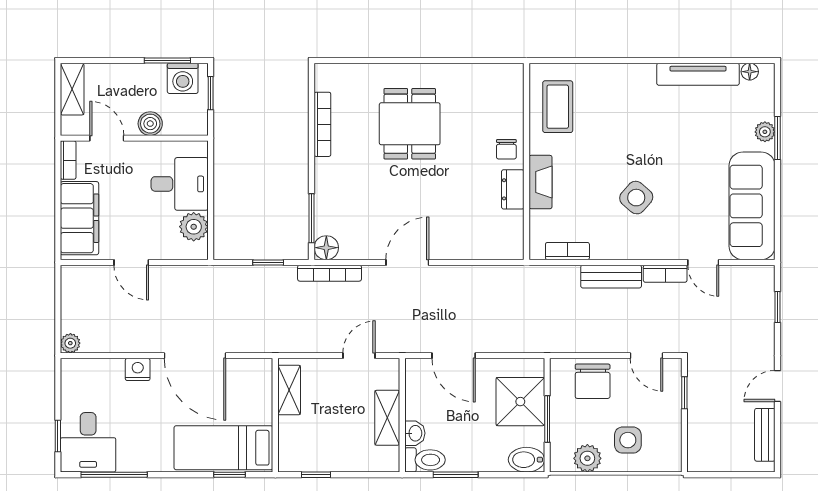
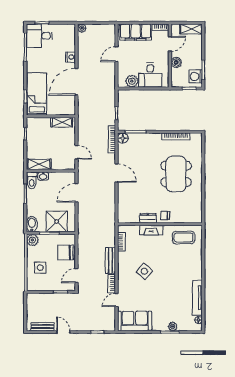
dining table: (410, 124) -> (176, 174), width x1.38
sofa: (752, 206) -> (135, 321), width x0.73
shelving: (387, 418) -> (39, 164), moved
plant: (587, 458) -> (32, 240), moved

